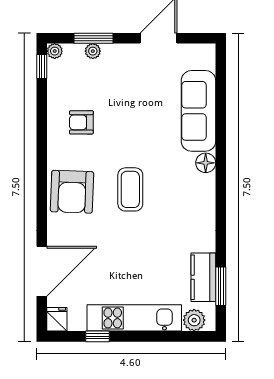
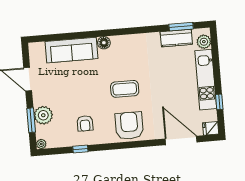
plant: (93, 51) -> (43, 115), width x1.88, depth x1.88
window: (42, 67) -> (80, 149), moved
armchair: (72, 192) -> (129, 126), turned -92

